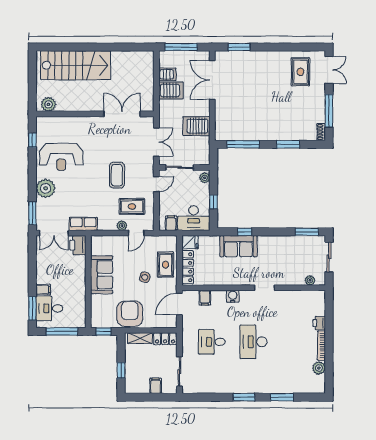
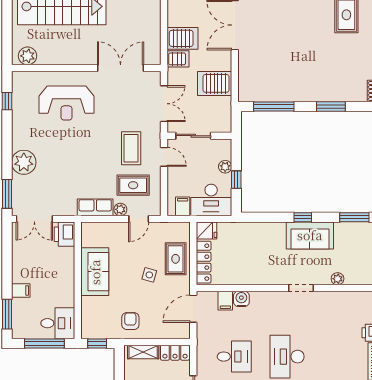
server rack: (167, 74) -> (178, 59), moved
reception desk: (61, 157) -> (66, 103), moved
coffee table: (117, 175) -> (131, 148), moved
plant: (205, 178) -> (225, 167), moved
door: (156, 184) -> (164, 157), hinge flipped
row of seats: (83, 224) -> (95, 207), moved
window: (245, 232) -> (303, 217), moved
sofa: (238, 246) -> (310, 235), moved
plant: (310, 280) -> (338, 279), moved
water cooler: (233, 296) -> (241, 299), moved
desk: (49, 308) -> (58, 323), moved, turned 180
armchair: (130, 314) -> (130, 321), width x0.53, depth x0.53
desk: (212, 342) -> (234, 357), turned 180

